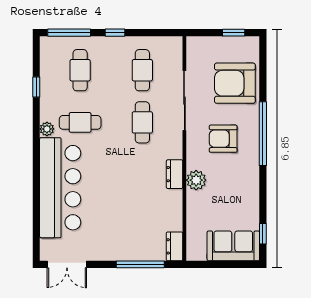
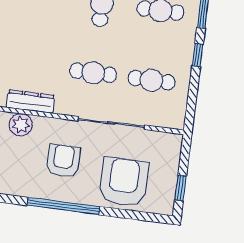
dresser: (175, 174) -> (31, 101), width x1.44

